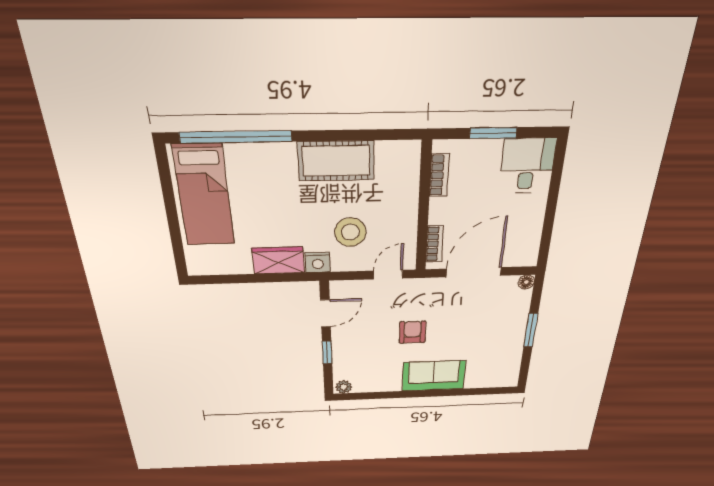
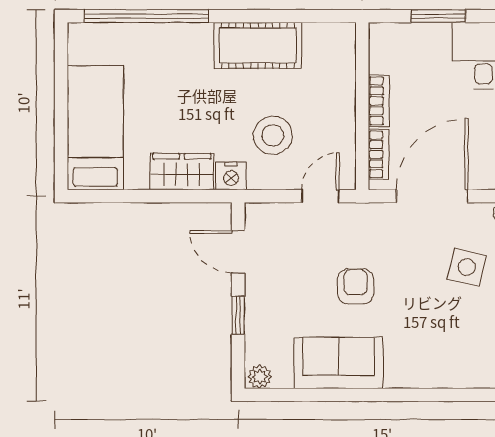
bookcase: (439, 175) -> (379, 101), moved
bed: (204, 196) -> (95, 128), moved, turned 180
door: (326, 313) -> (238, 252), swing flipped
side table: (494, 318) -> (467, 267), added
sofa: (434, 376) -> (338, 363), moved

